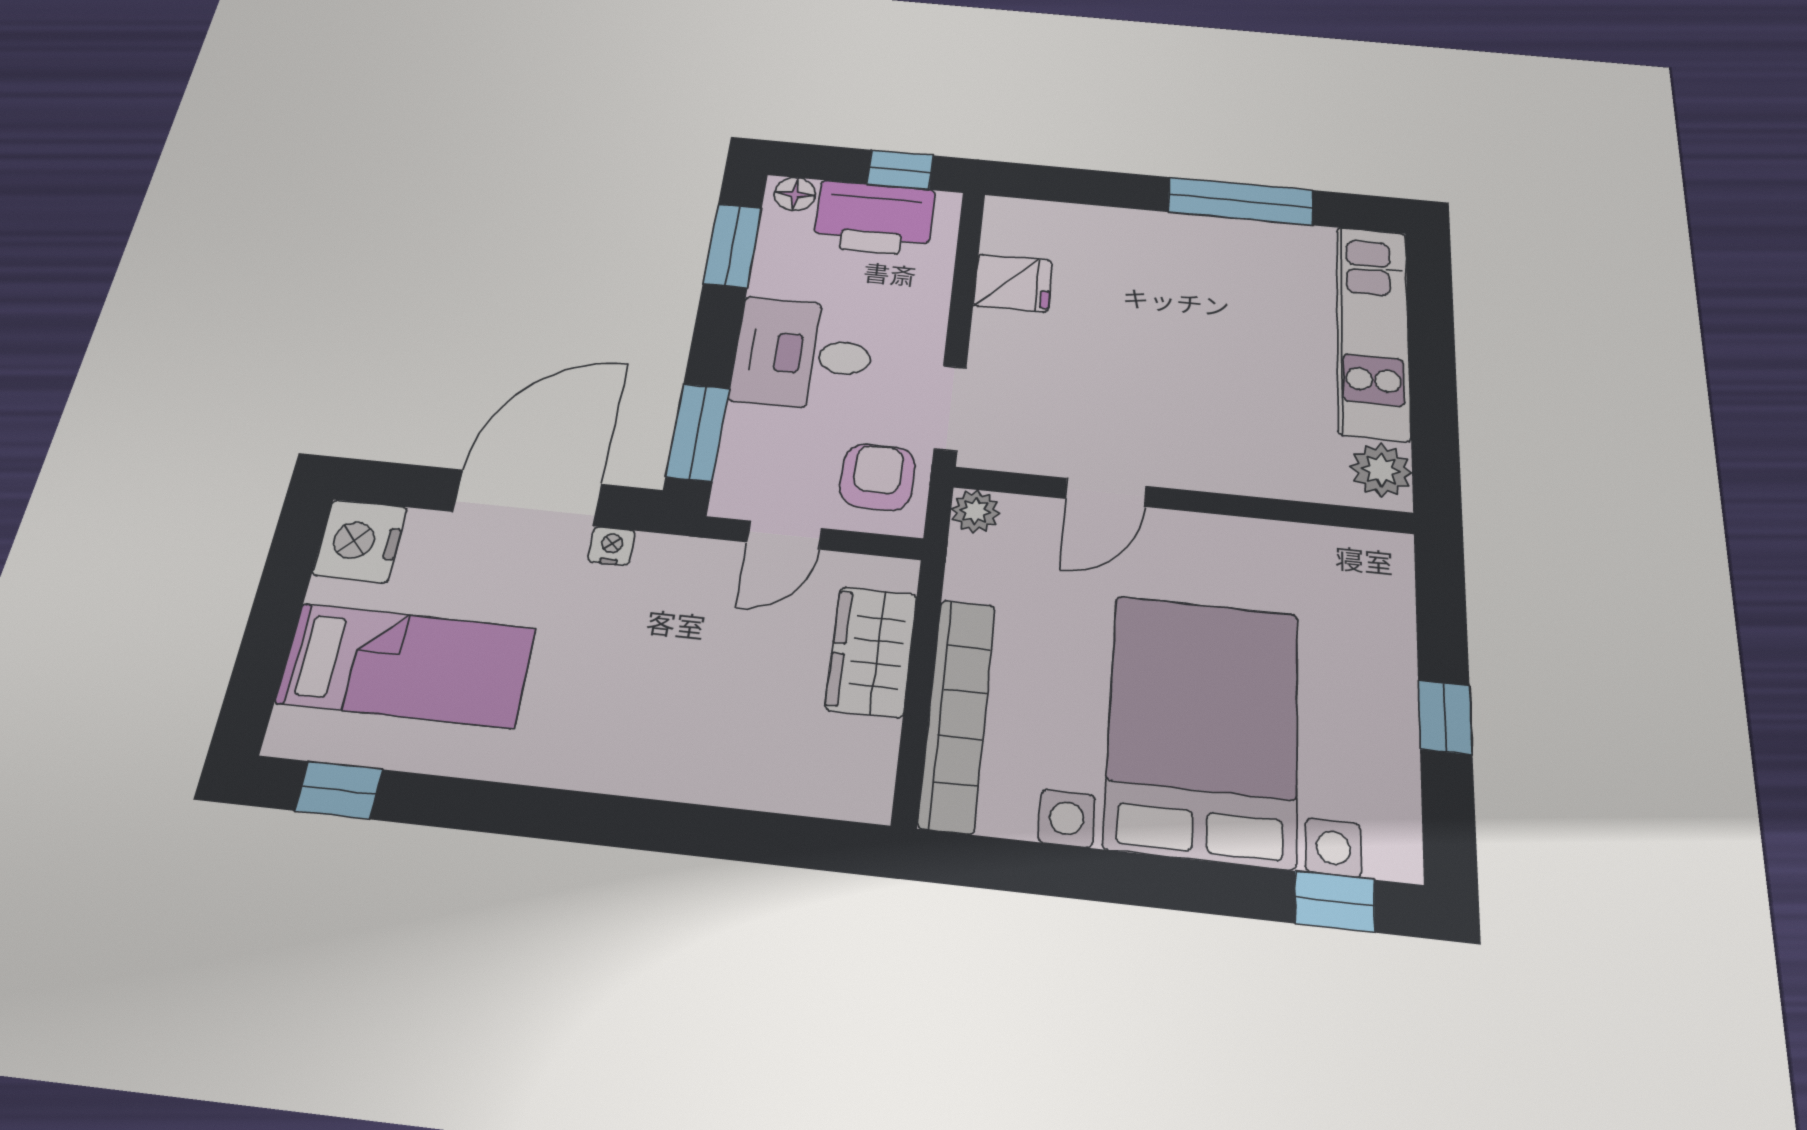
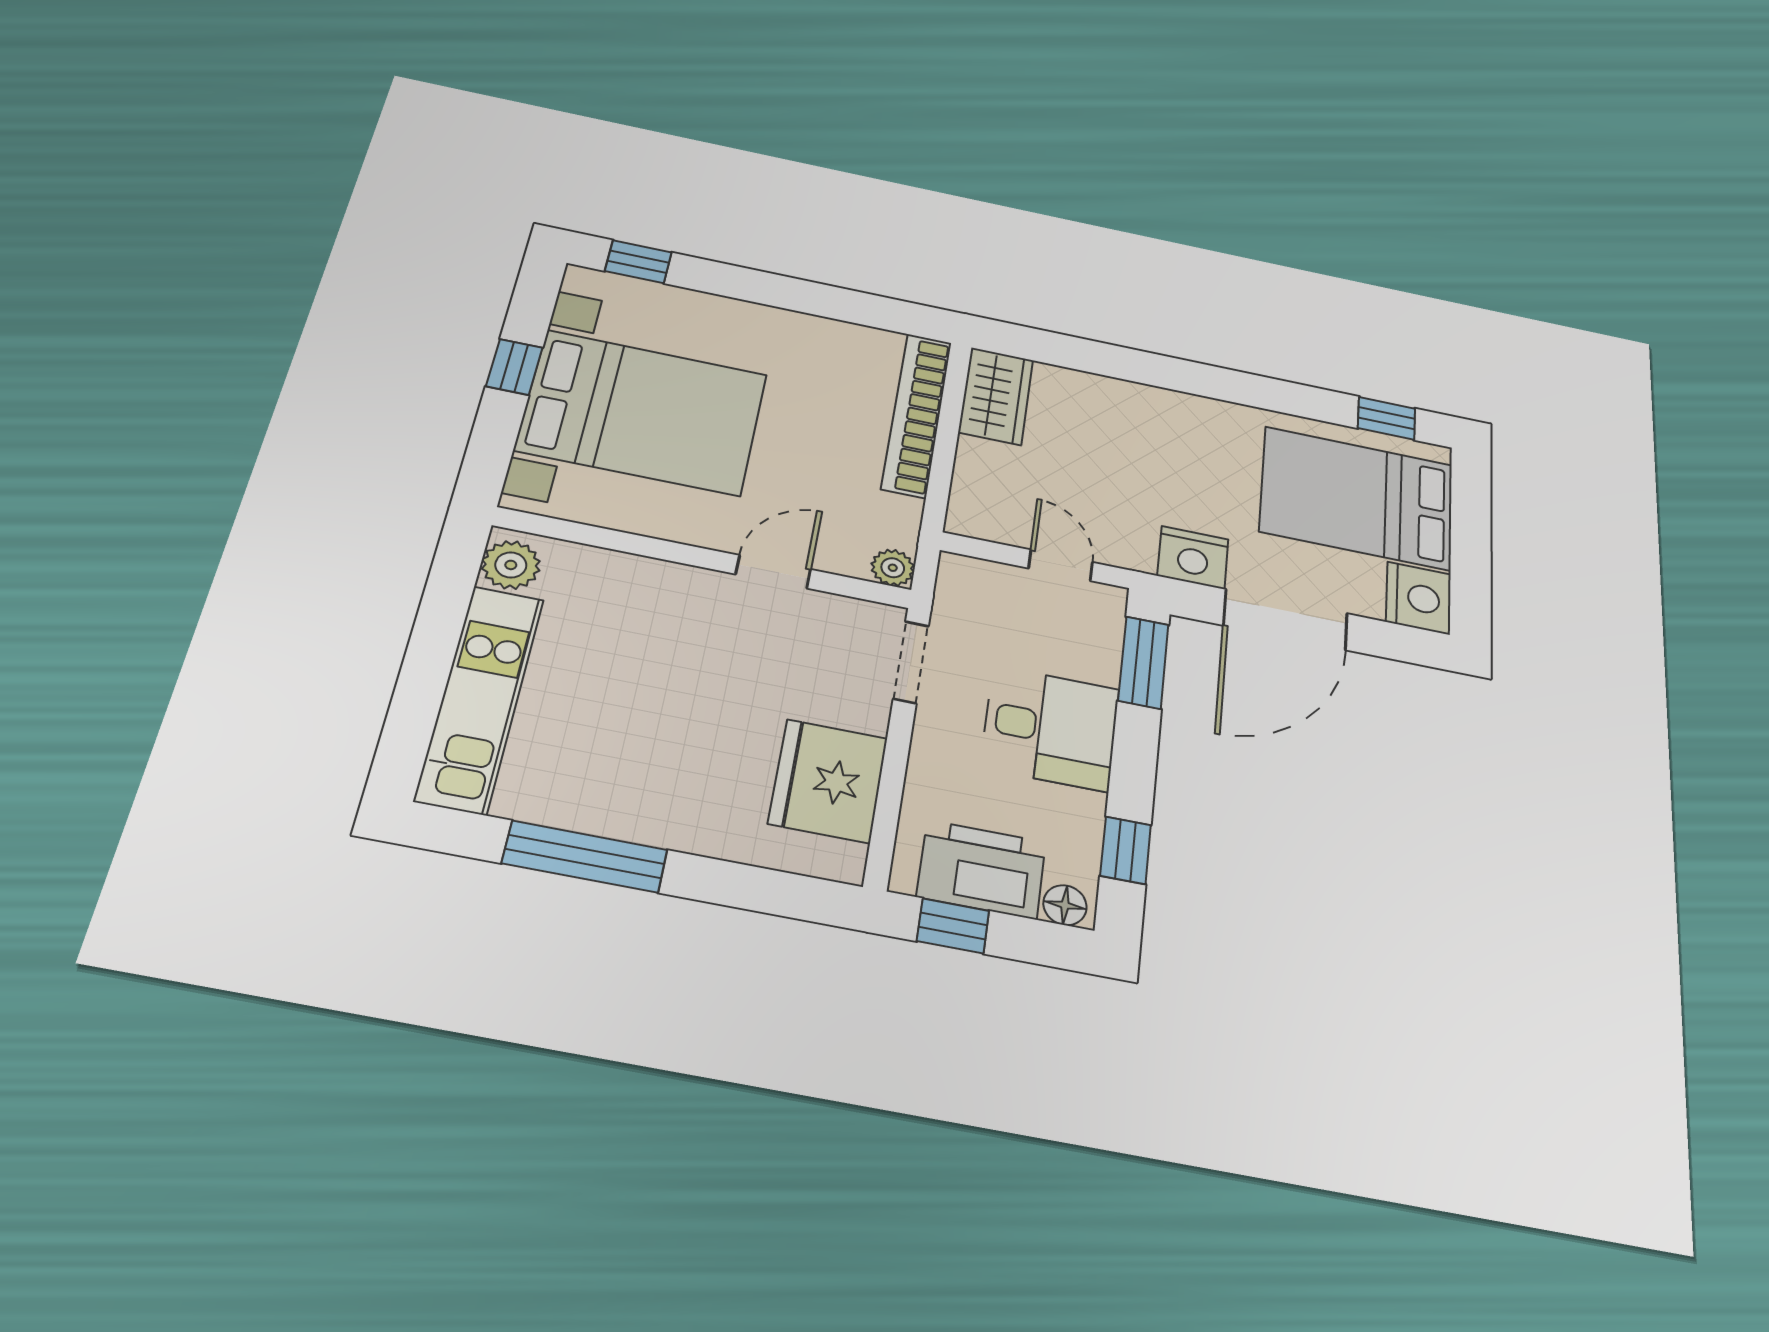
window: (733, 245) -> (1126, 850), width x0.67
fridge: (1013, 283) -> (828, 781), width x1.88, depth x1.34
armchair: (877, 477) -> (980, 606), removed
door: (785, 535) -> (1061, 565), hinge flipped
nightstand: (612, 546) -> (1193, 557), width x1.89, depth x1.79
wardrobe: (871, 652) -> (996, 396), moved
bed: (407, 665) -> (1357, 498), width x1.50
bed with nightstands: (1203, 729) -> (642, 412), moved, turned -90

